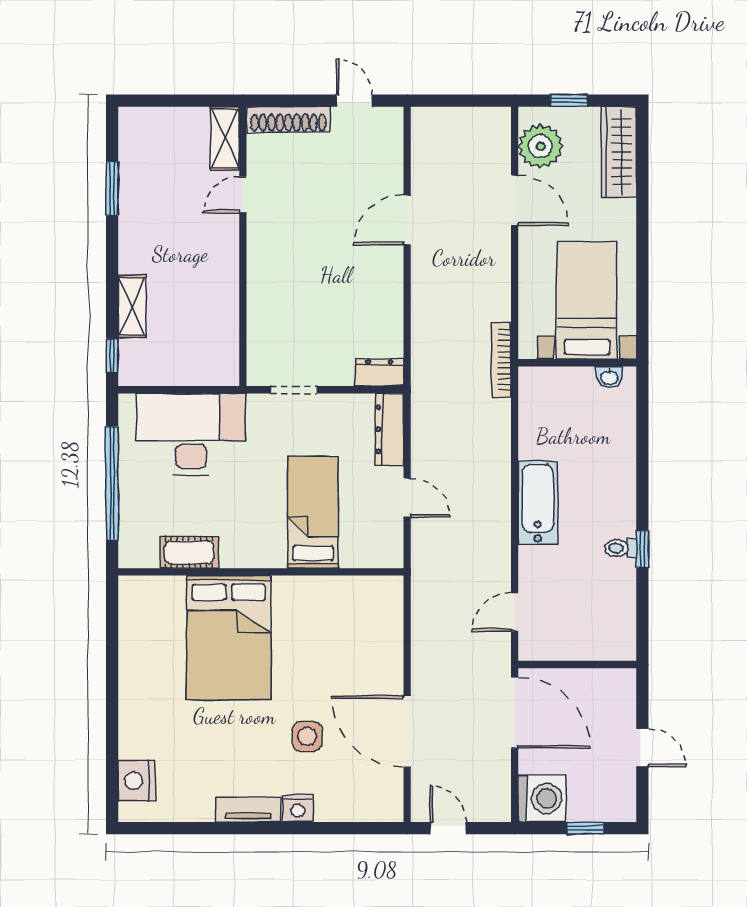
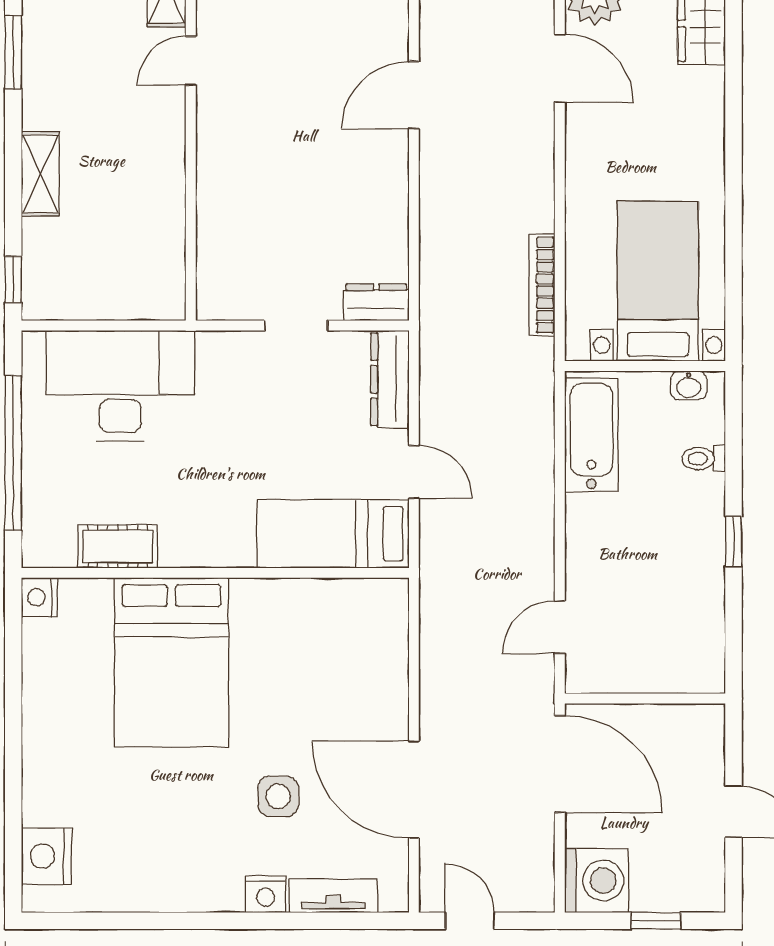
bed with nightstands: (587, 300) -> (658, 281), moved
shelving: (132, 306) -> (40, 174), moved
wall: (577, 363) -> (645, 366), moved
washbasin: (610, 377) -> (689, 385), moved
doorway: (293, 390) -> (296, 325), moved
bathtub: (538, 503) -> (591, 435), moved
bed: (313, 512) -> (333, 534), moved, turned -90
toilet: (621, 548) -> (704, 459), moved
nightstand: (131, 590) -> (39, 597), added
tv unit: (248, 810) -> (333, 896), moved

